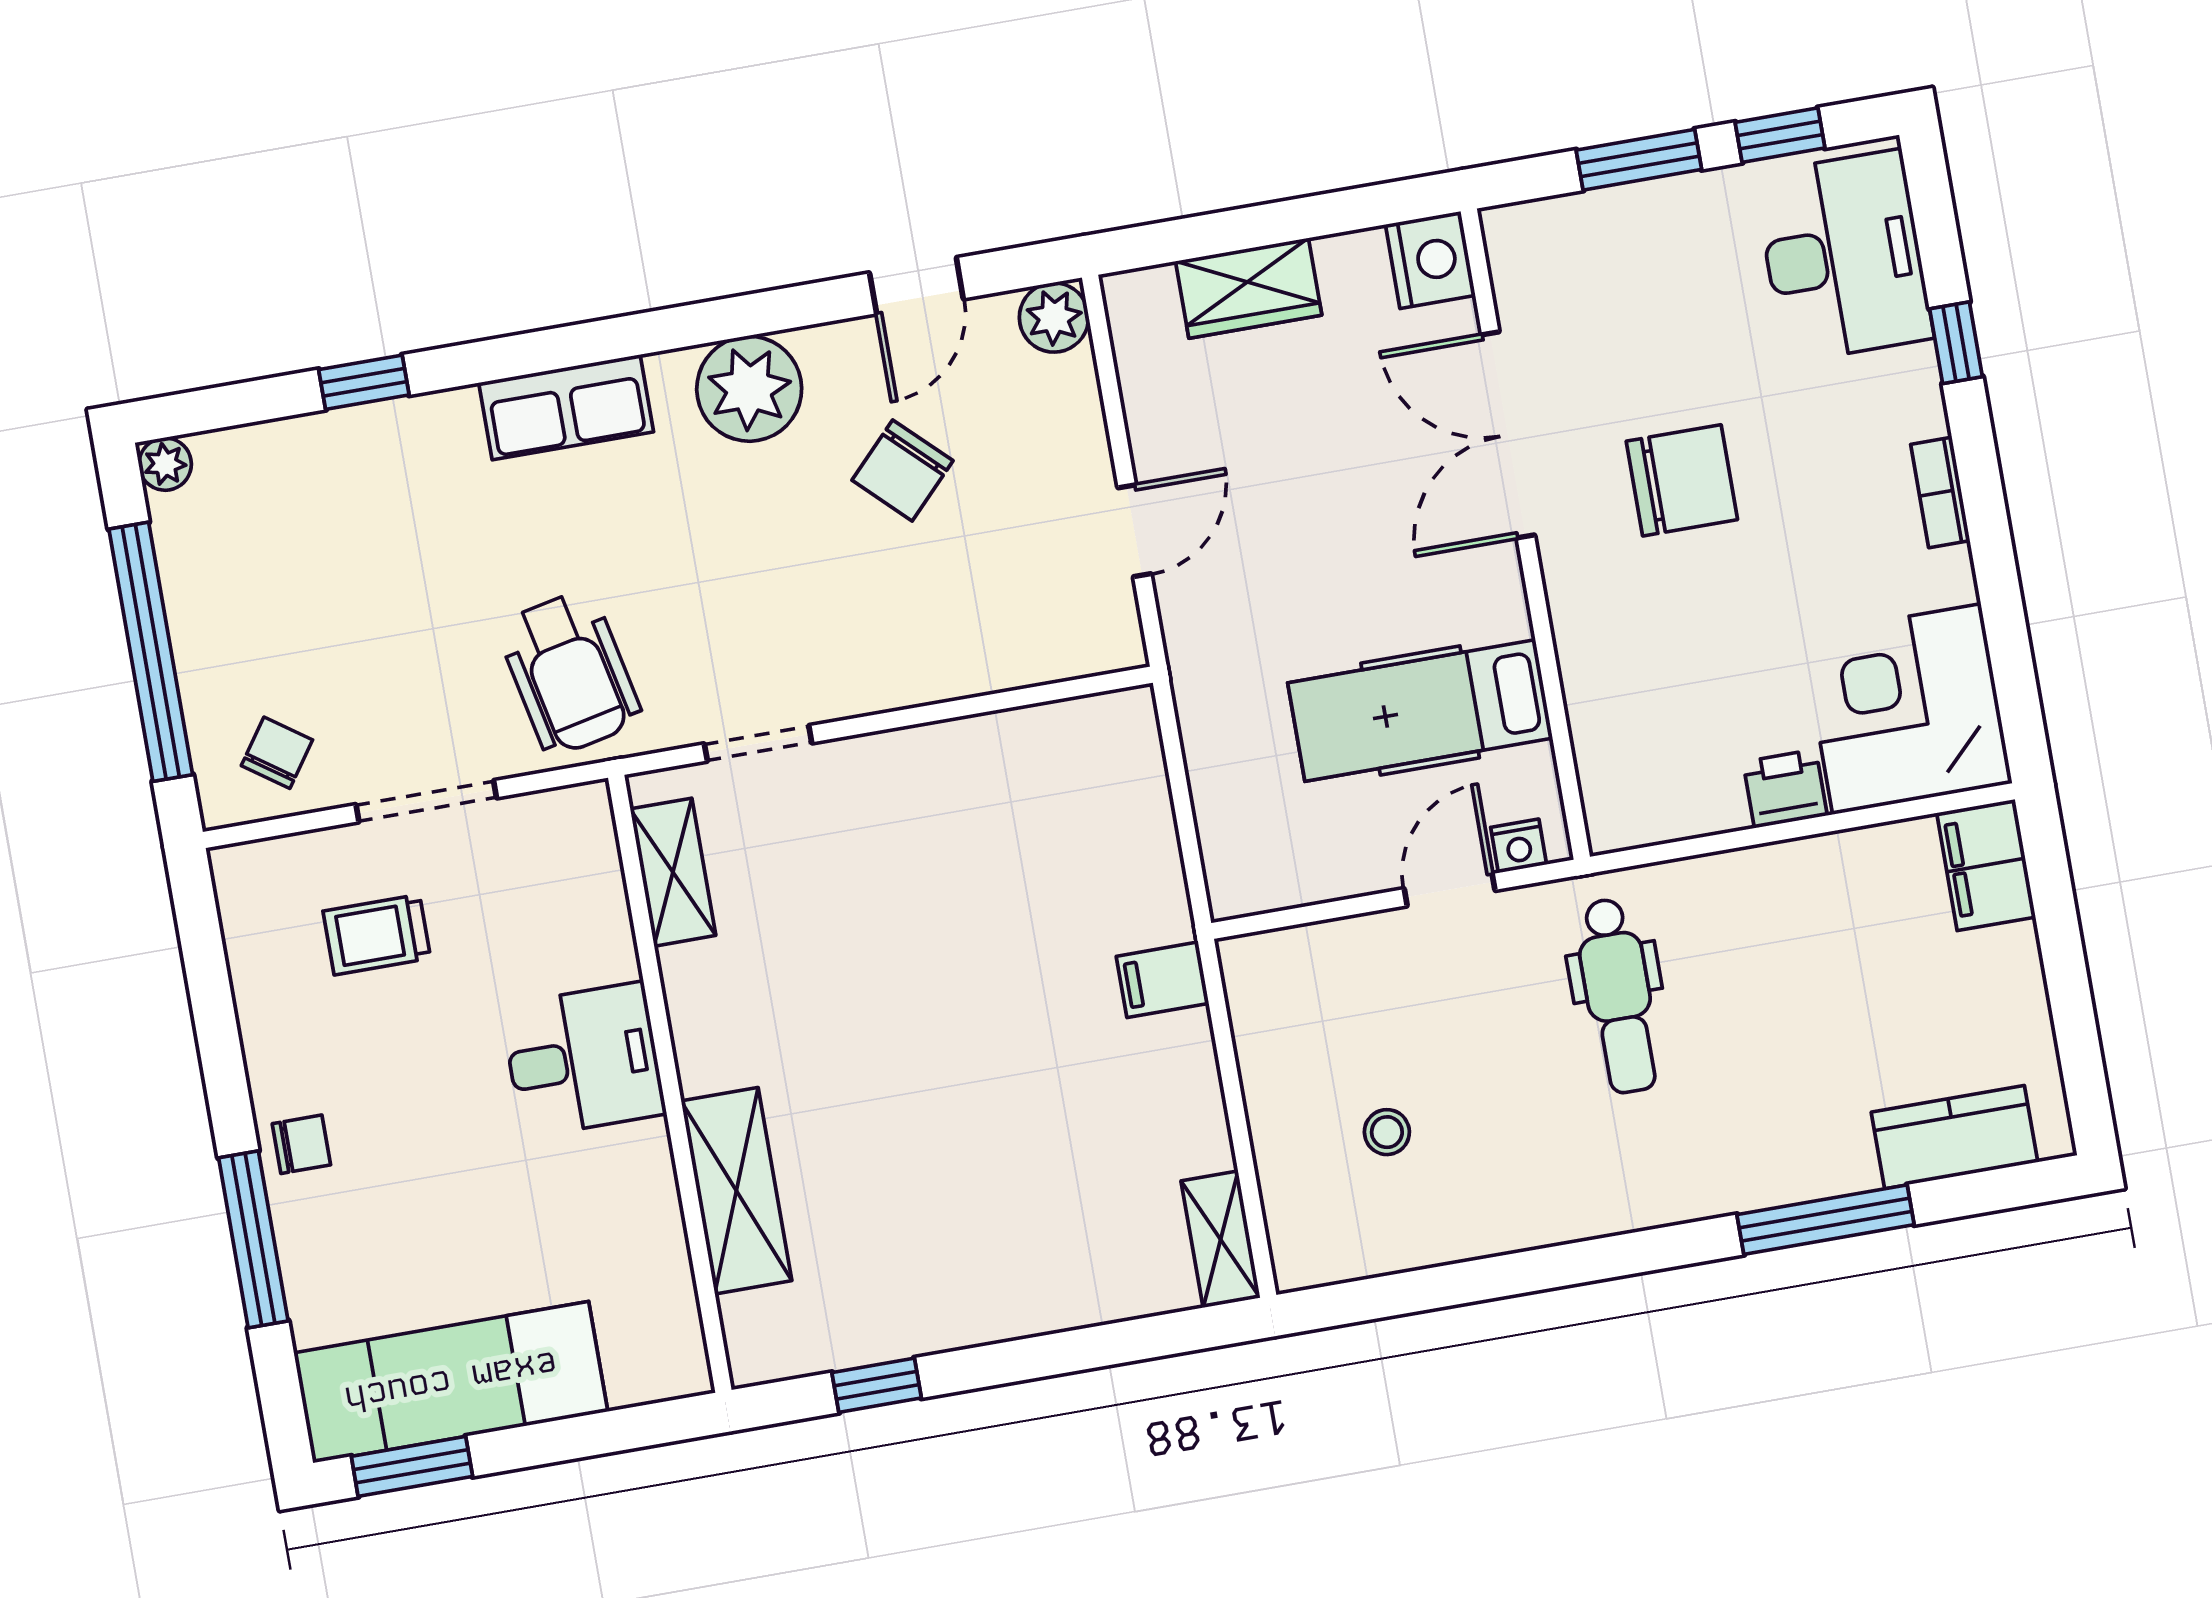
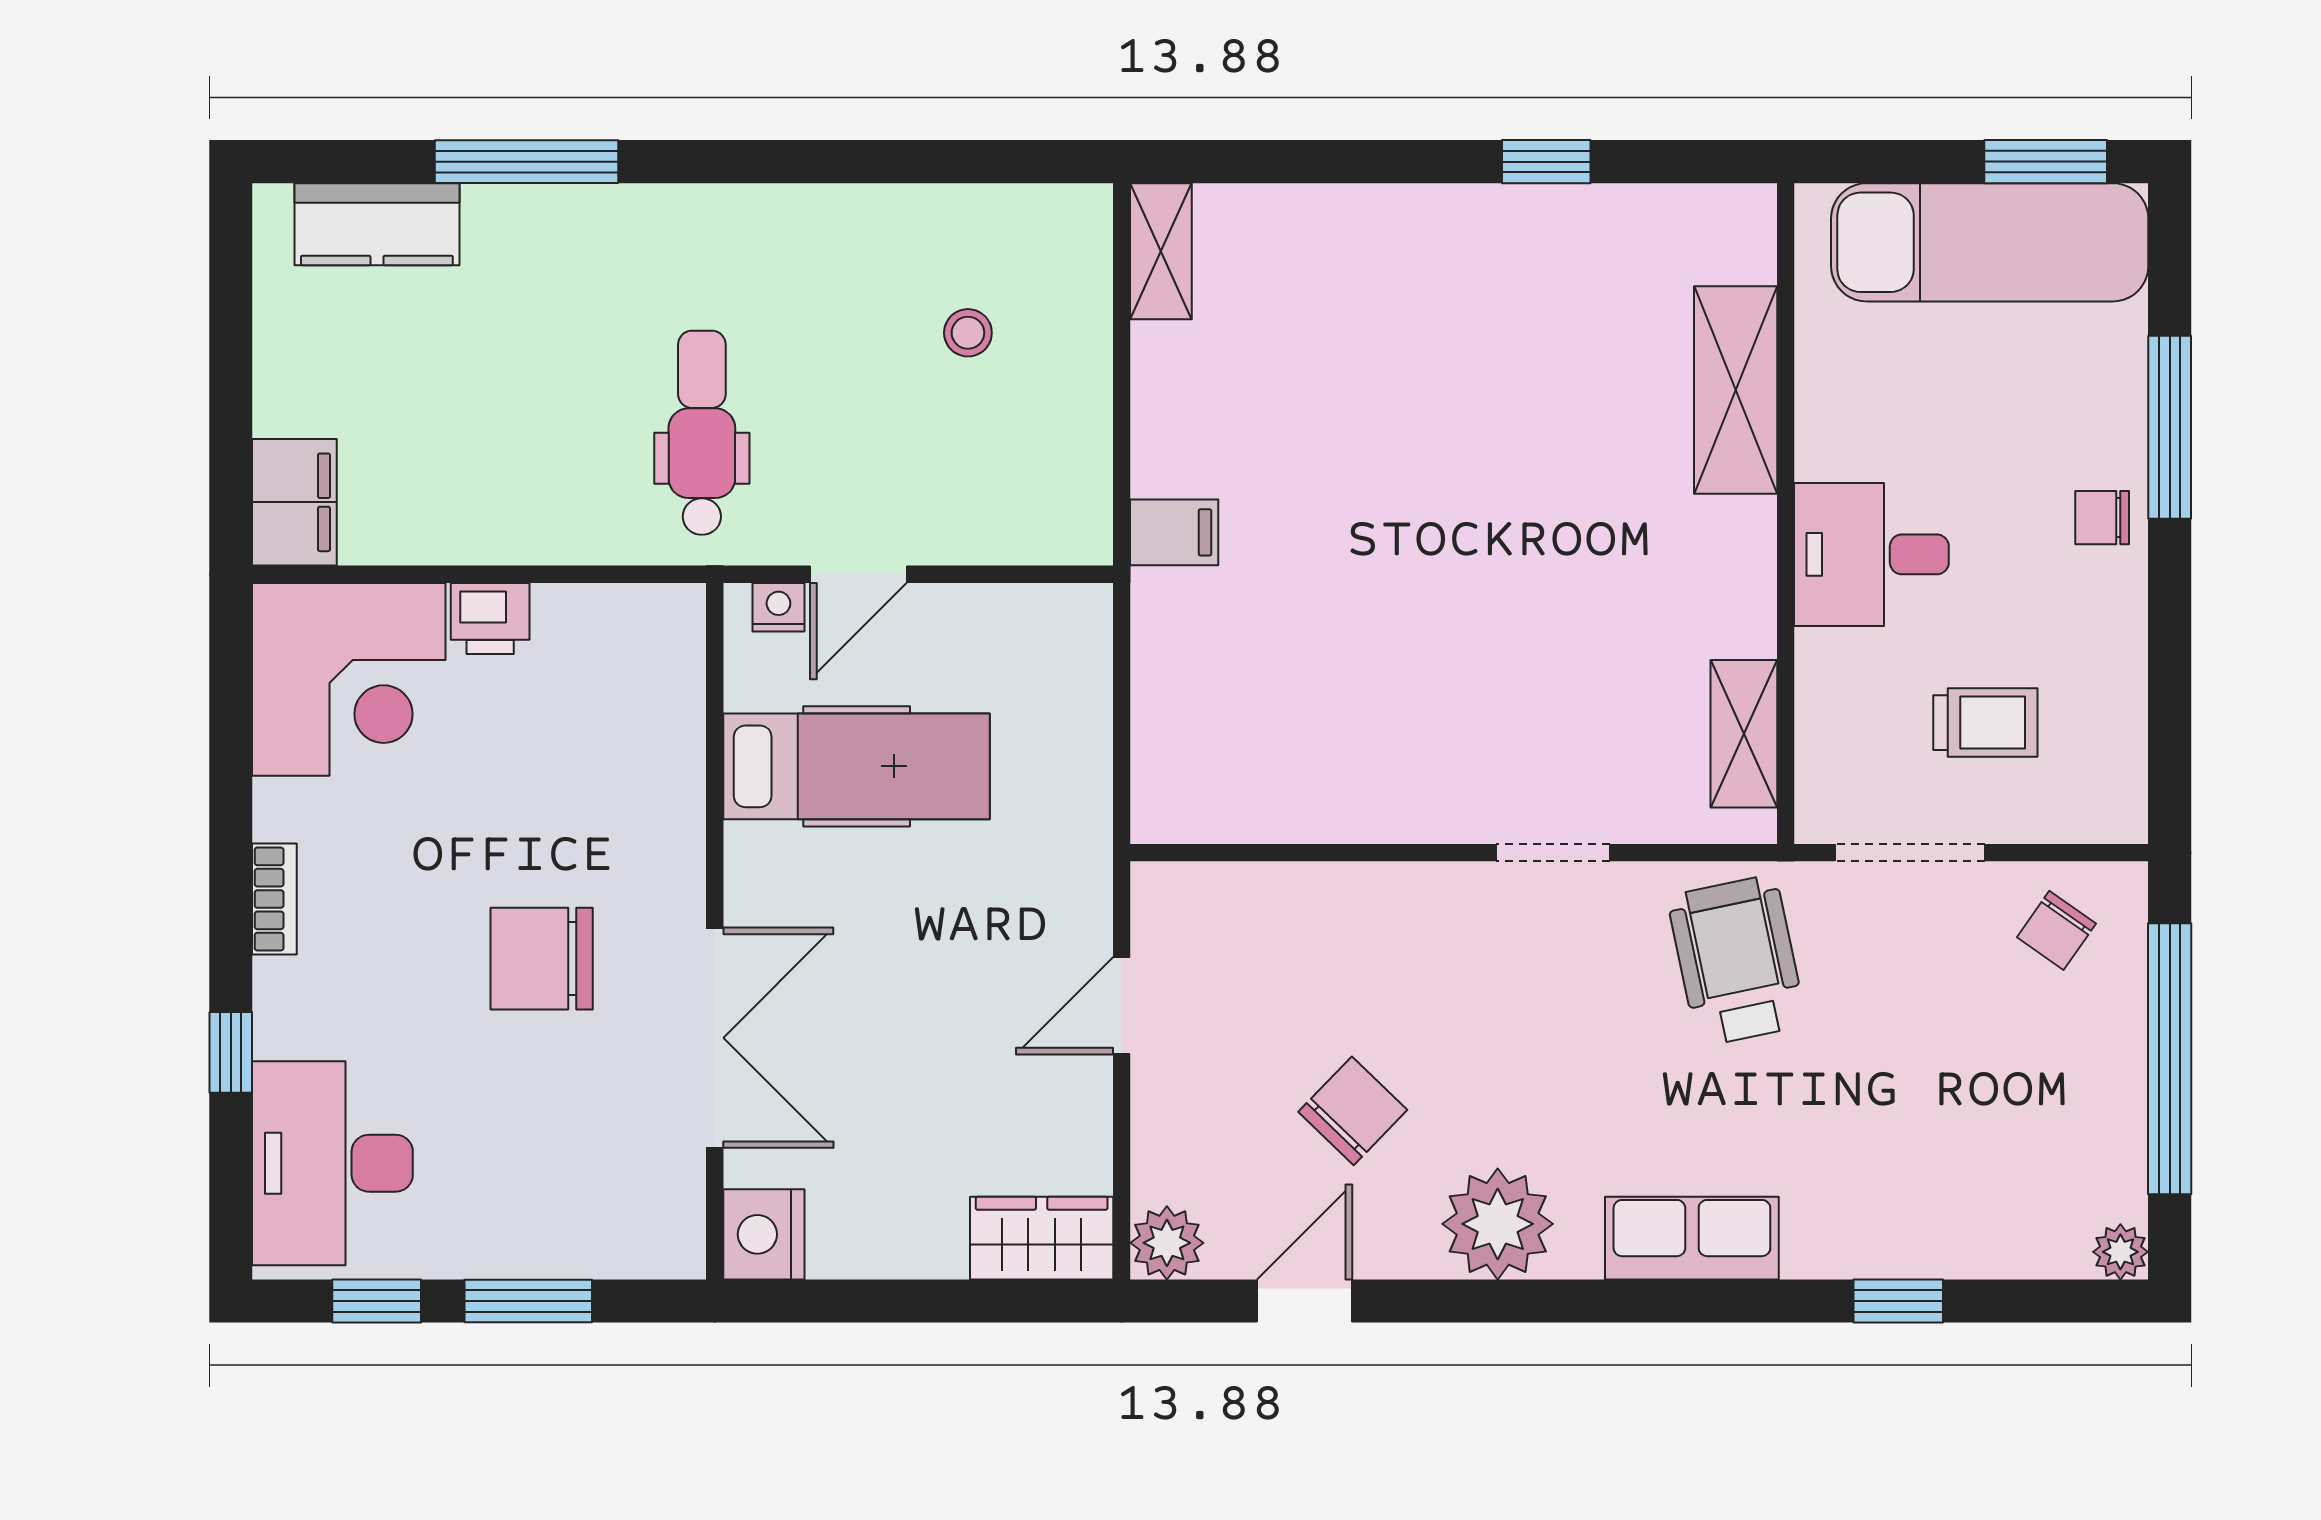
wardrobe: (1249, 288) -> (1042, 1238), moved
shelving: (673, 872) -> (1744, 734), moved
desk: (583, 1060) -> (1871, 554), moved
wall: (670, 1084) -> (1786, 514), moved
shelving: (736, 1191) -> (1736, 390), moved

